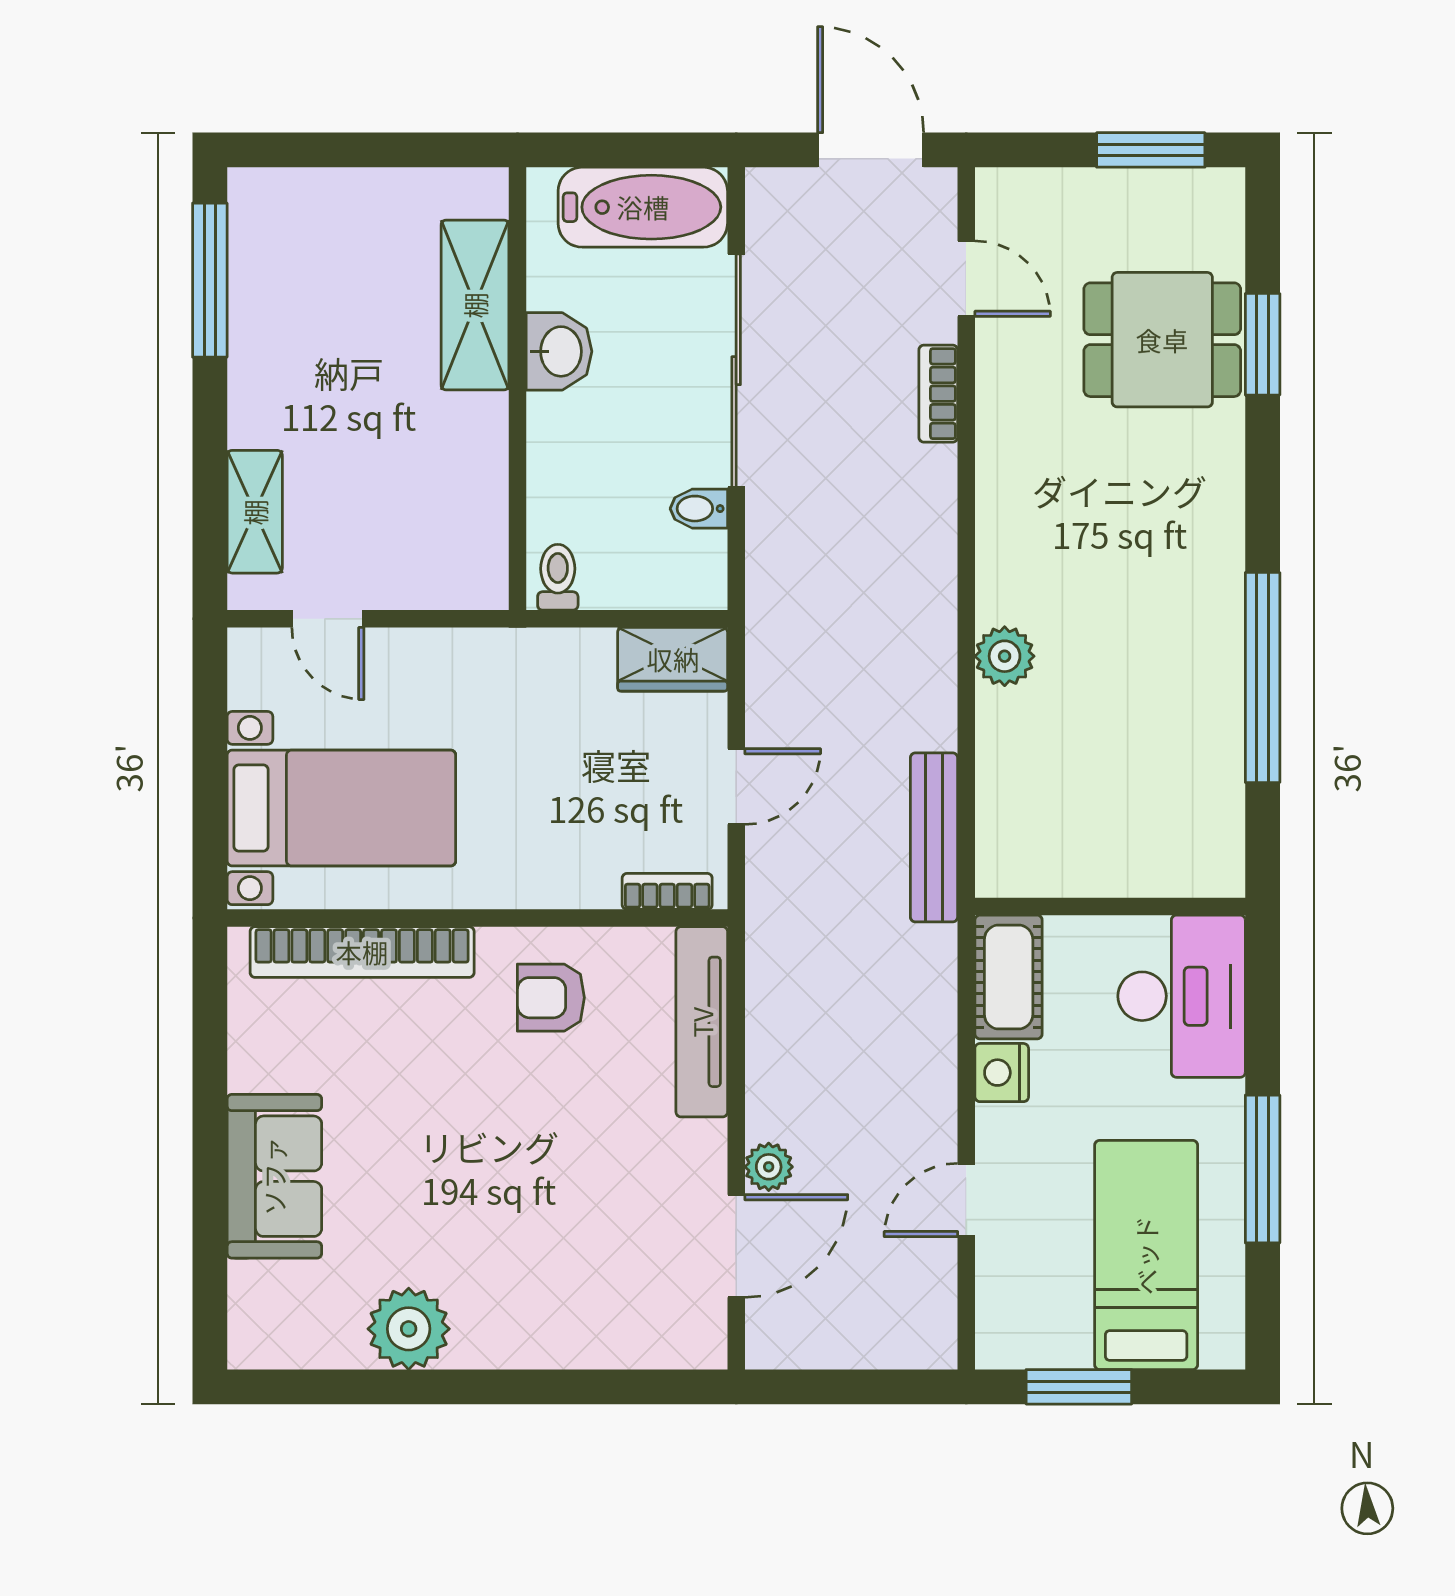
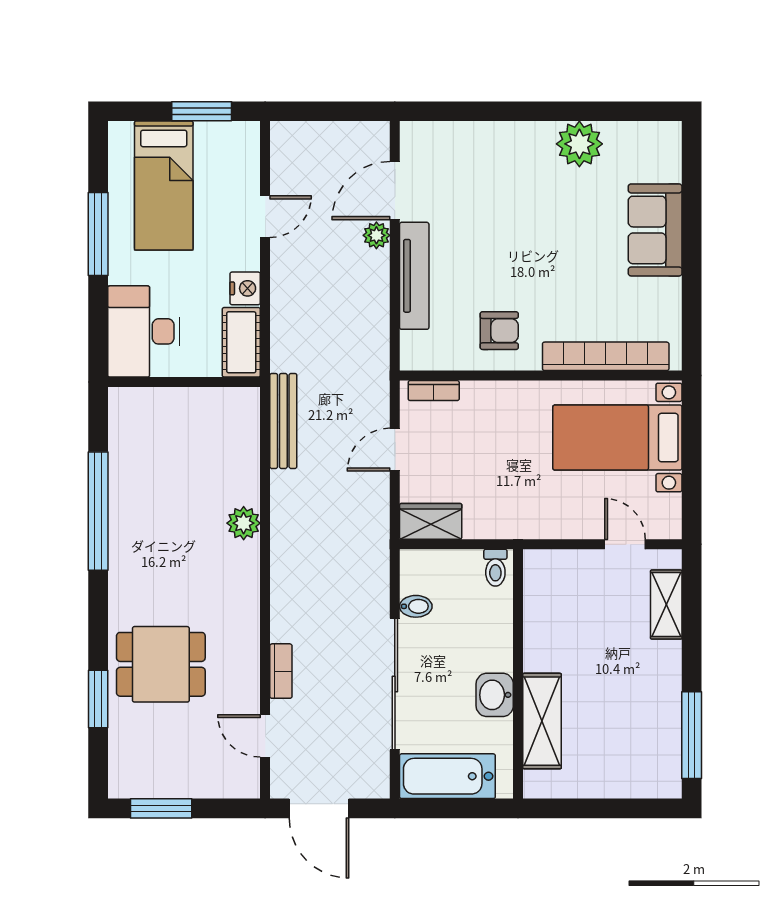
dining table: (1162, 340) -> (161, 664), moved
tv unit: (702, 1022) -> (414, 276), moved

